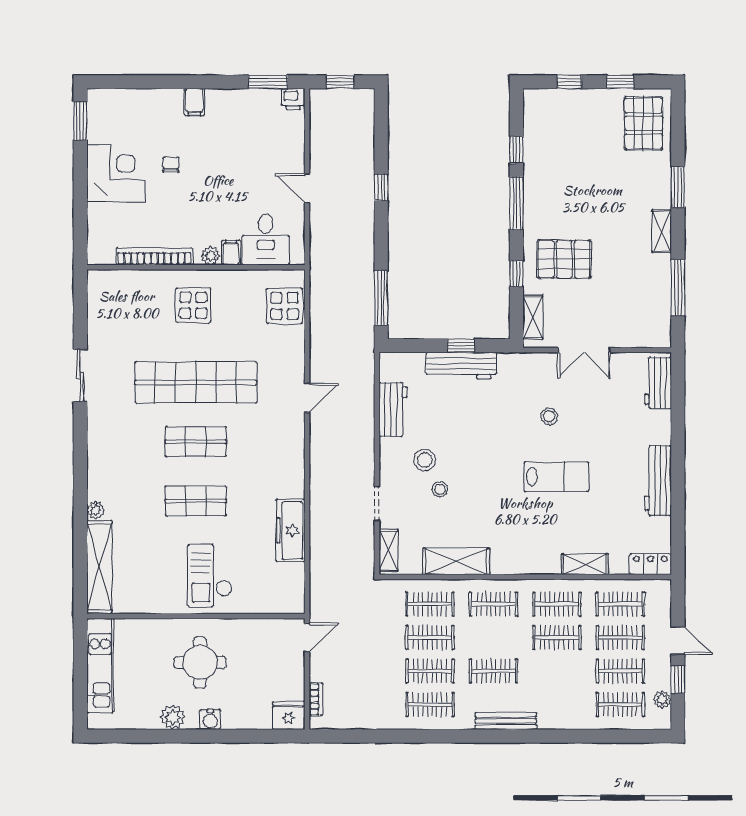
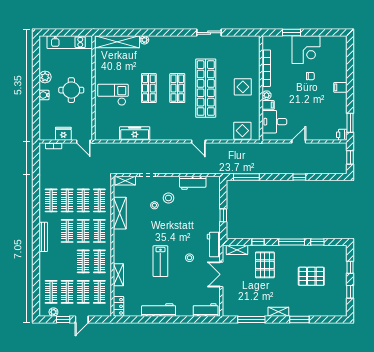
window: (80, 121) -> (292, 33), moved
pallet: (644, 123) -> (311, 276), moved
workbench: (461, 366) -> (214, 245), moved, width x0.73
clothes rail: (493, 638) -> (83, 231), added
fridge: (289, 716) -> (63, 134), moved, turned -90

